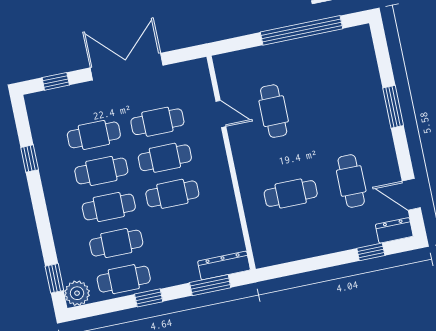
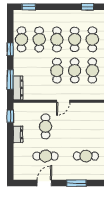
cafe table: (274, 111) -> (86, 156), moved
door: (221, 114) -> (63, 101), moved
door: (411, 194) -> (44, 183), moved
dresser: (394, 230) -> (18, 134), moved
window: (371, 252) -> (10, 116), moved
plant: (77, 293) -> (19, 16), removed

